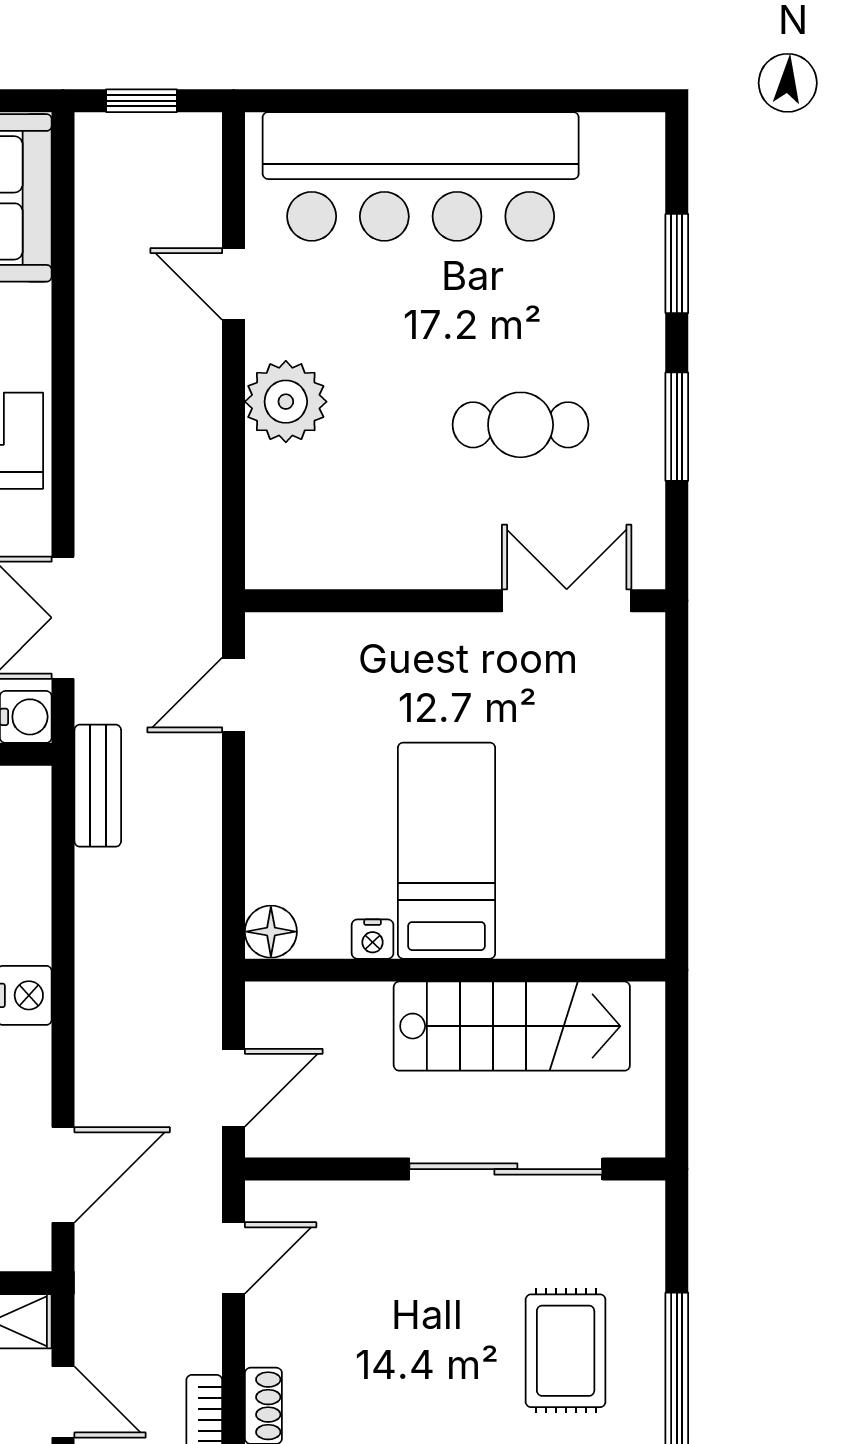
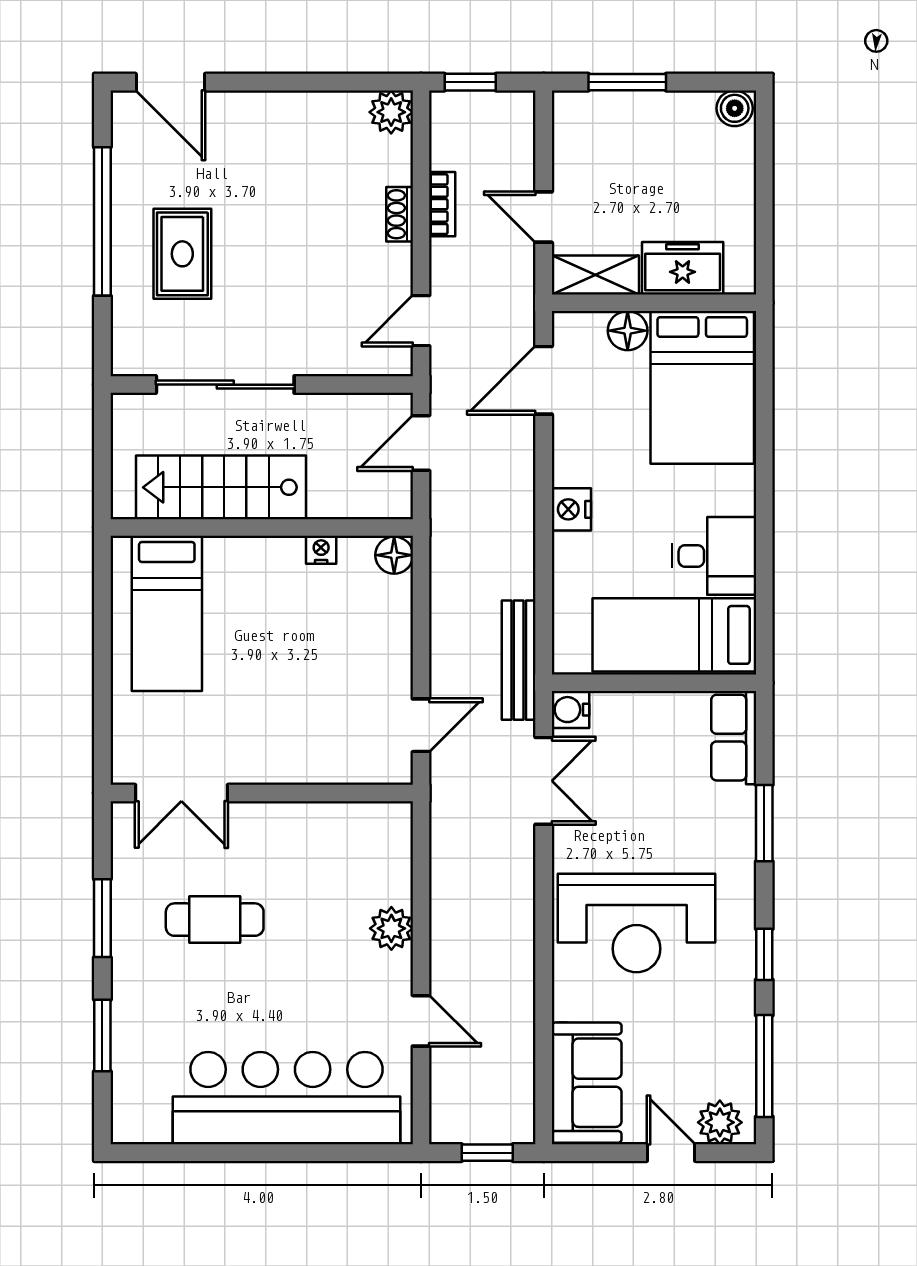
plant: (286, 402) -> (391, 928), width x0.73, depth x0.73
bench: (98, 786) -> (519, 660), width x1.36
bed: (447, 851) -> (167, 613), moved

